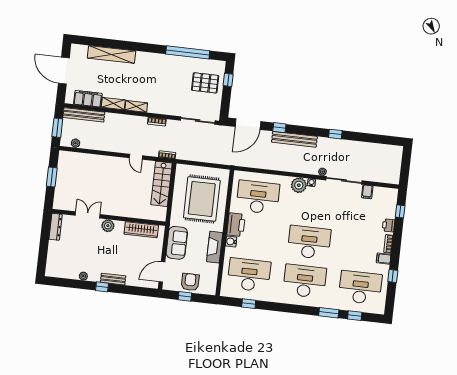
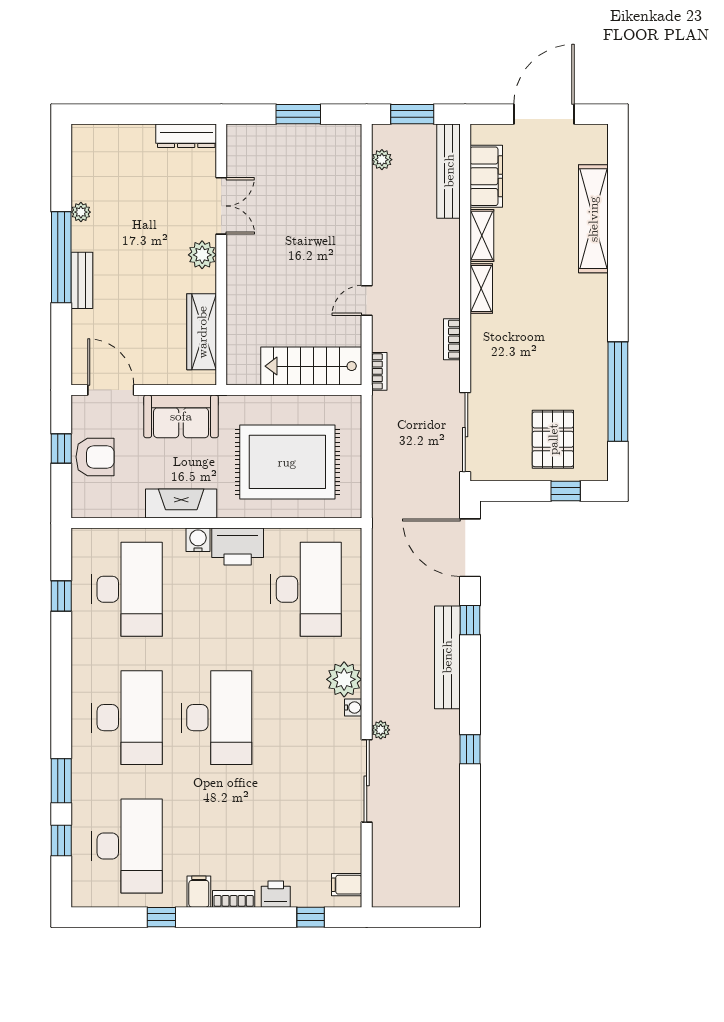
filing cabinet: (367, 192) -> (347, 885), moved
window: (102, 287) -> (61, 257), width x3.17

